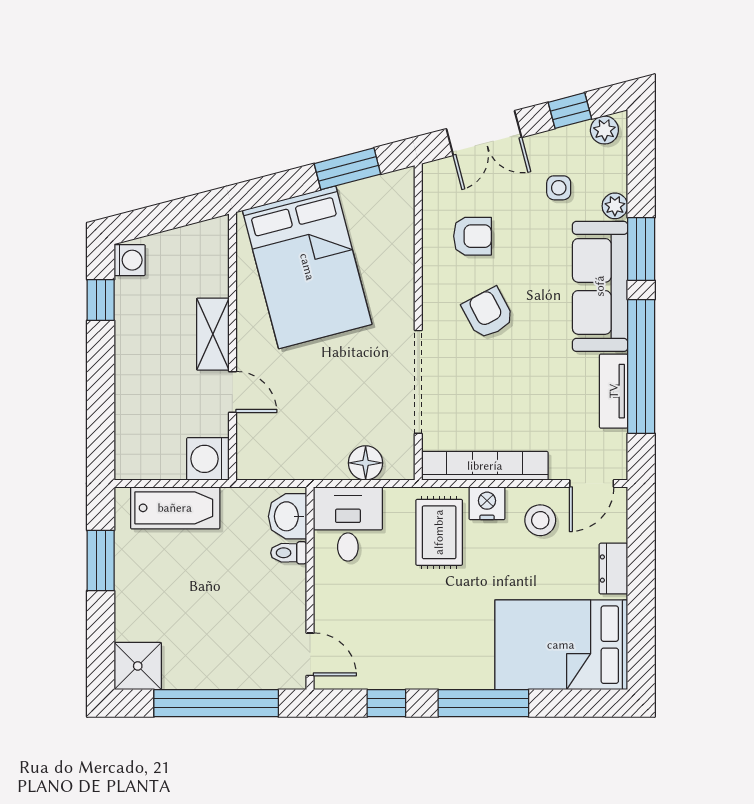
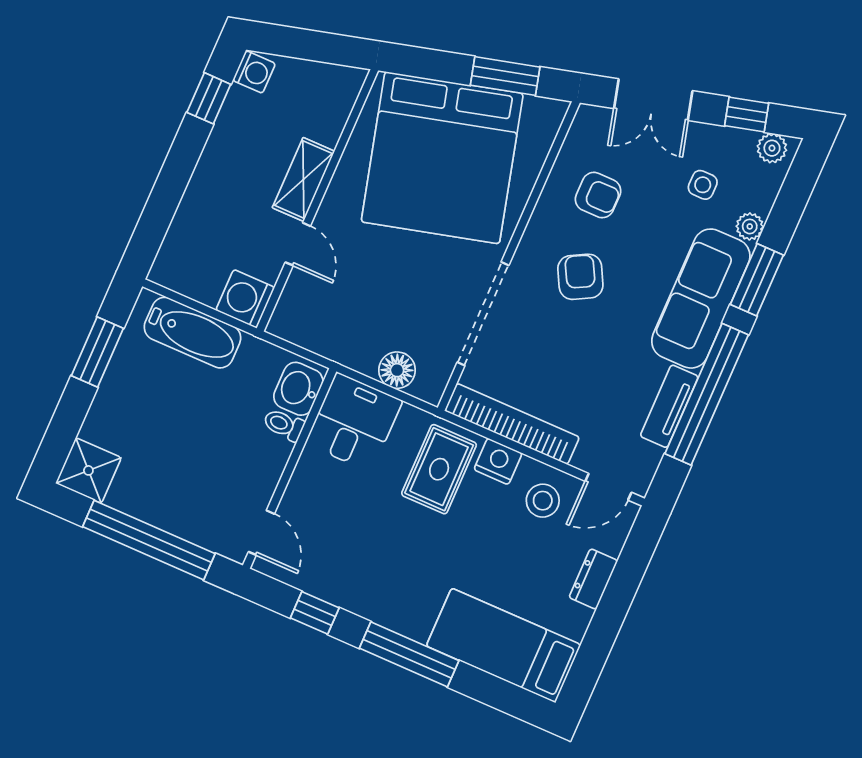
bed: (307, 267) -> (442, 158), width x1.36
bed: (561, 645) -> (504, 645), width x0.67

